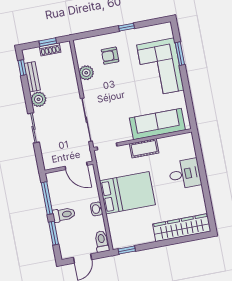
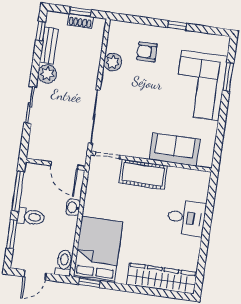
sofa: (157, 124) -> (175, 149), width x0.73
cot: (144, 148) -> (143, 174), width x1.37, depth x1.34
bed: (127, 193) -> (98, 249), moved, turned -90
washbasin: (97, 209) -> (73, 207), moved

